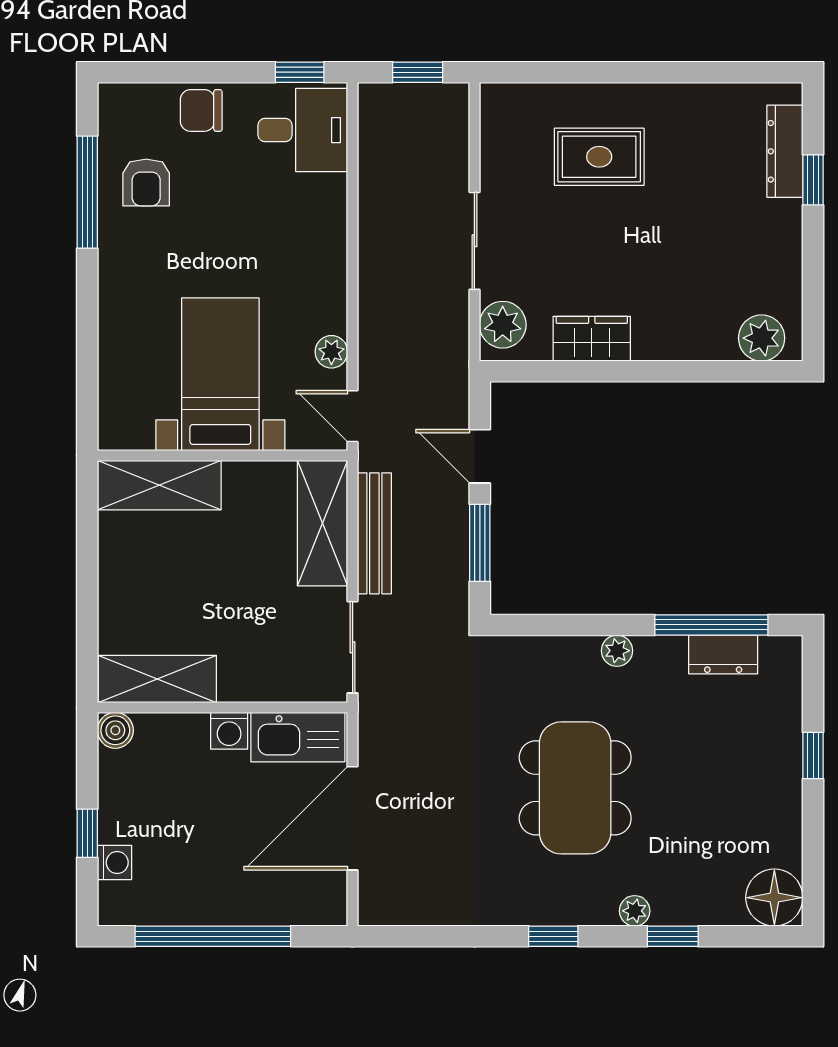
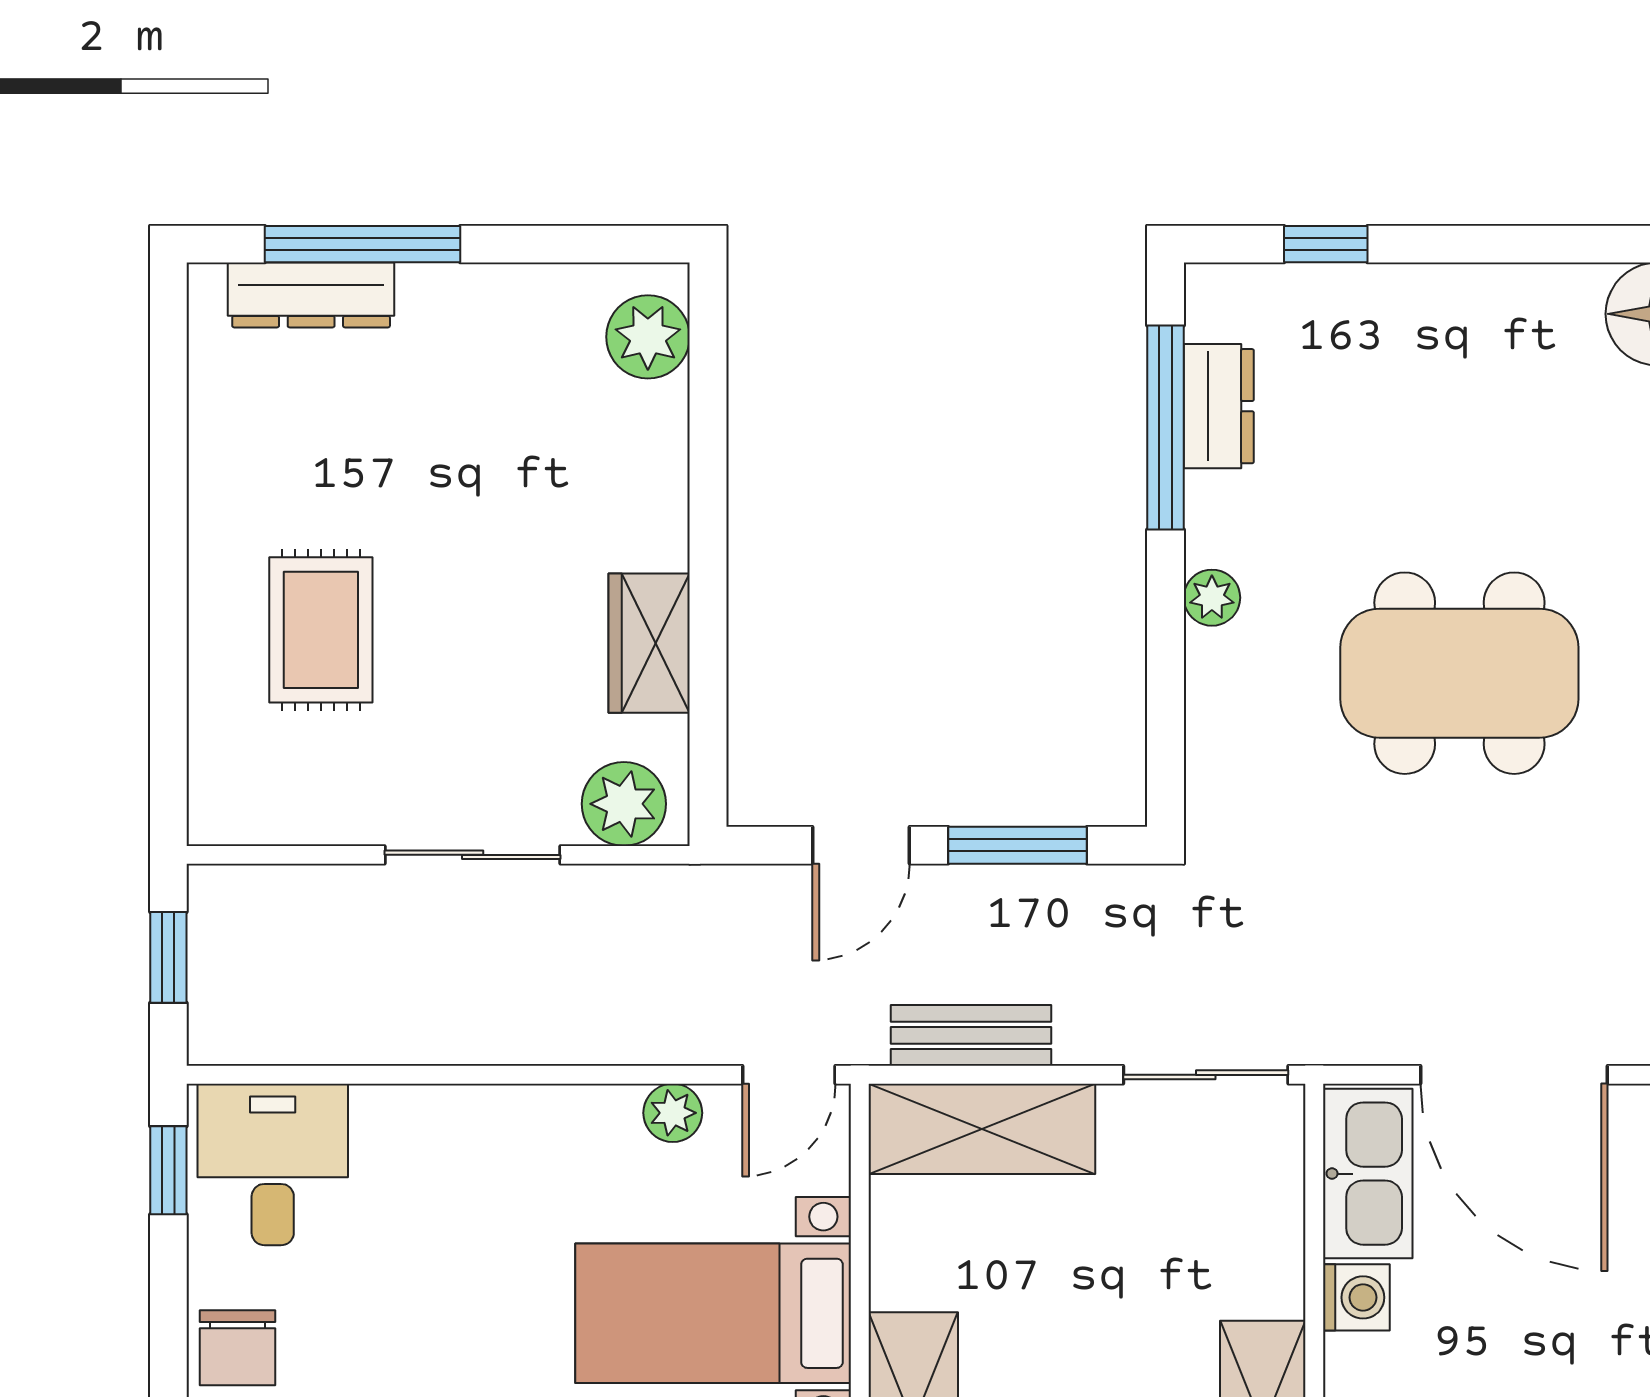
window: (813, 180) -> (363, 244), width x2.17
bench: (374, 533) -> (971, 1035), width x0.73
window: (813, 755) -> (1326, 244), moved

